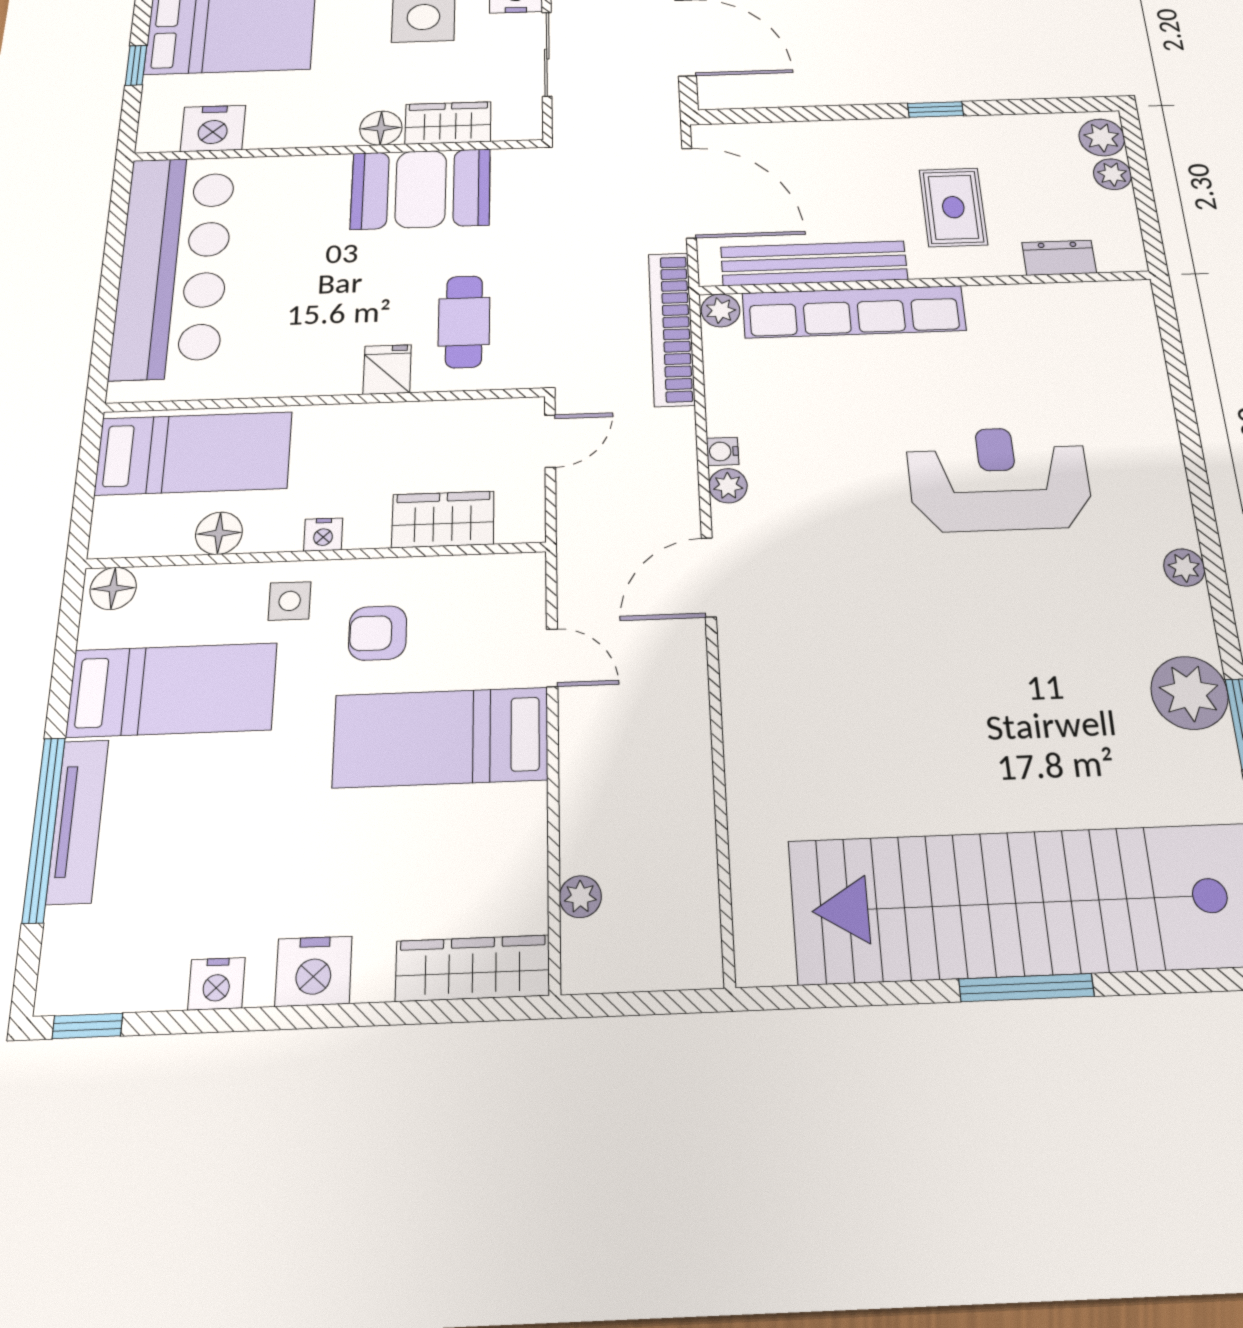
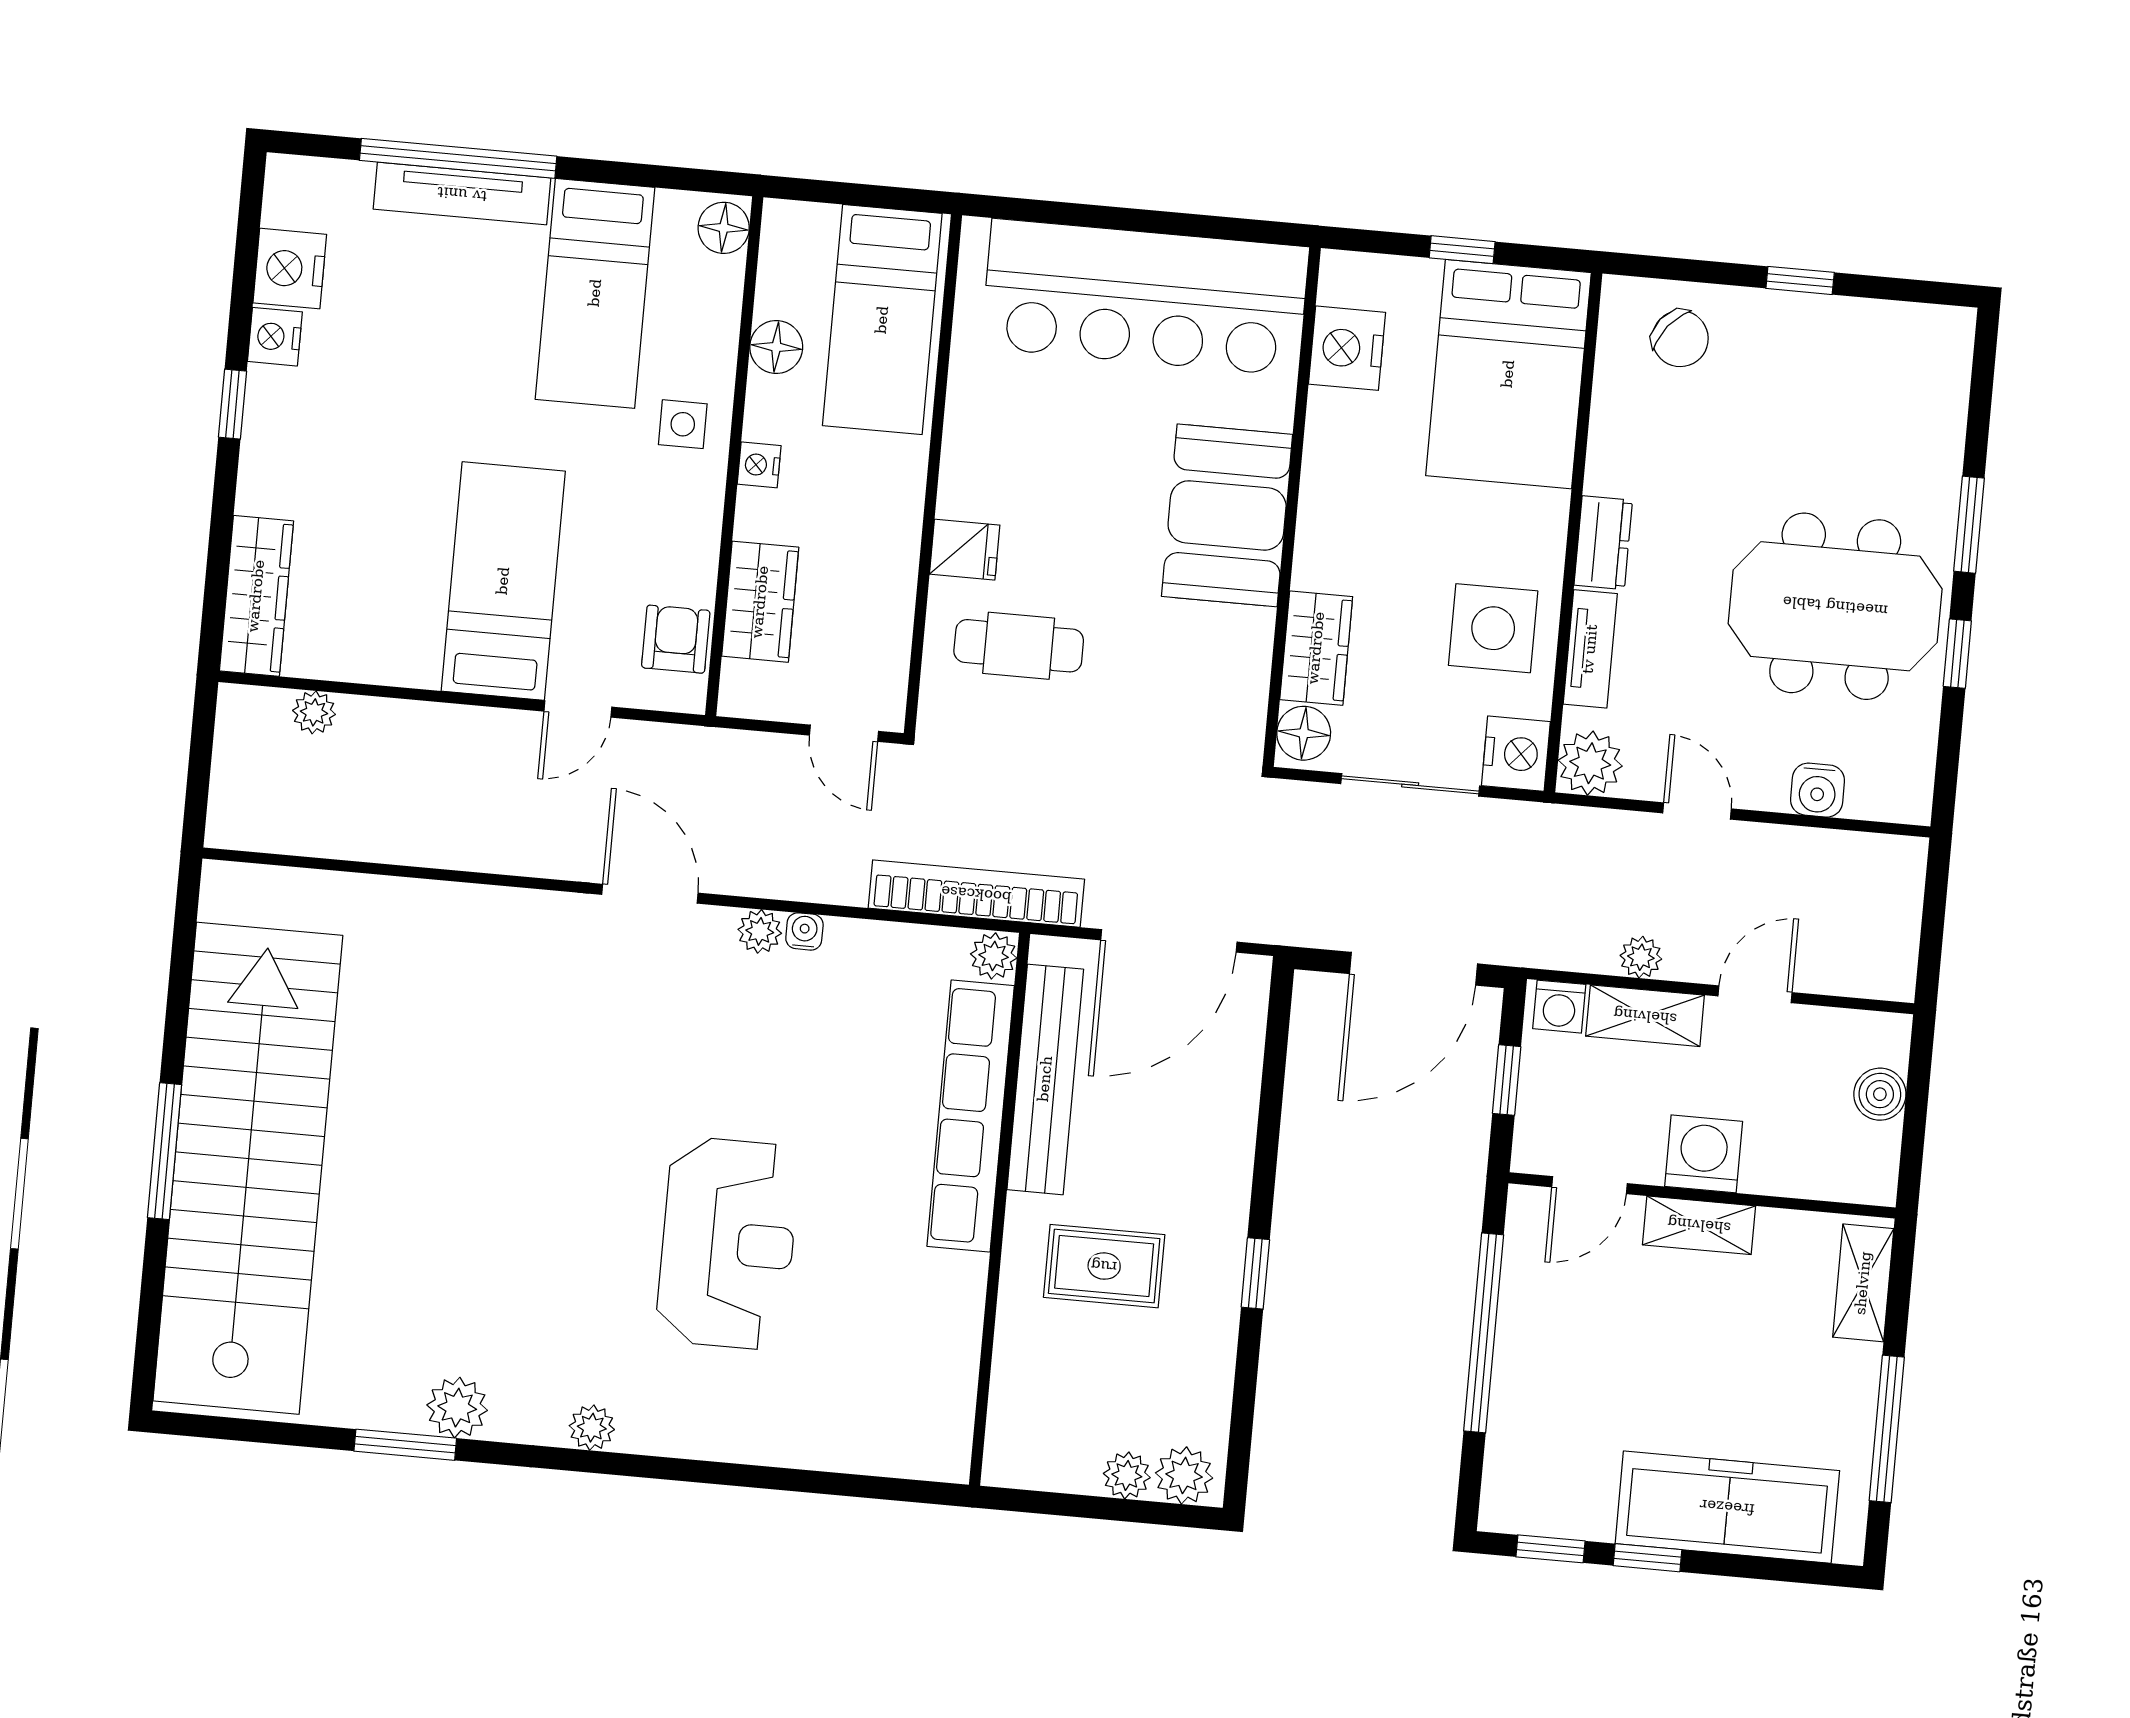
floor lamp: (381, 128) -> (1304, 733), moved
booth: (421, 189) -> (1227, 515), moved
dresser: (1059, 258) -> (1014, 1380), removed
armchair: (378, 633) -> (676, 639), moved
plant: (1190, 693) -> (457, 1408), width x0.73, depth x0.73
nightstand: (314, 971) -> (290, 269), moved
window: (87, 1026) -> (232, 404), moved

